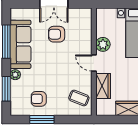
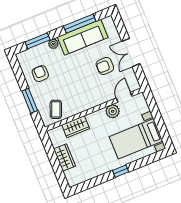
armchair: (57, 34) -> (105, 66), turned -90
door: (94, 63) -> (124, 97), moved
window: (42, 120) -> (30, 101), moved

